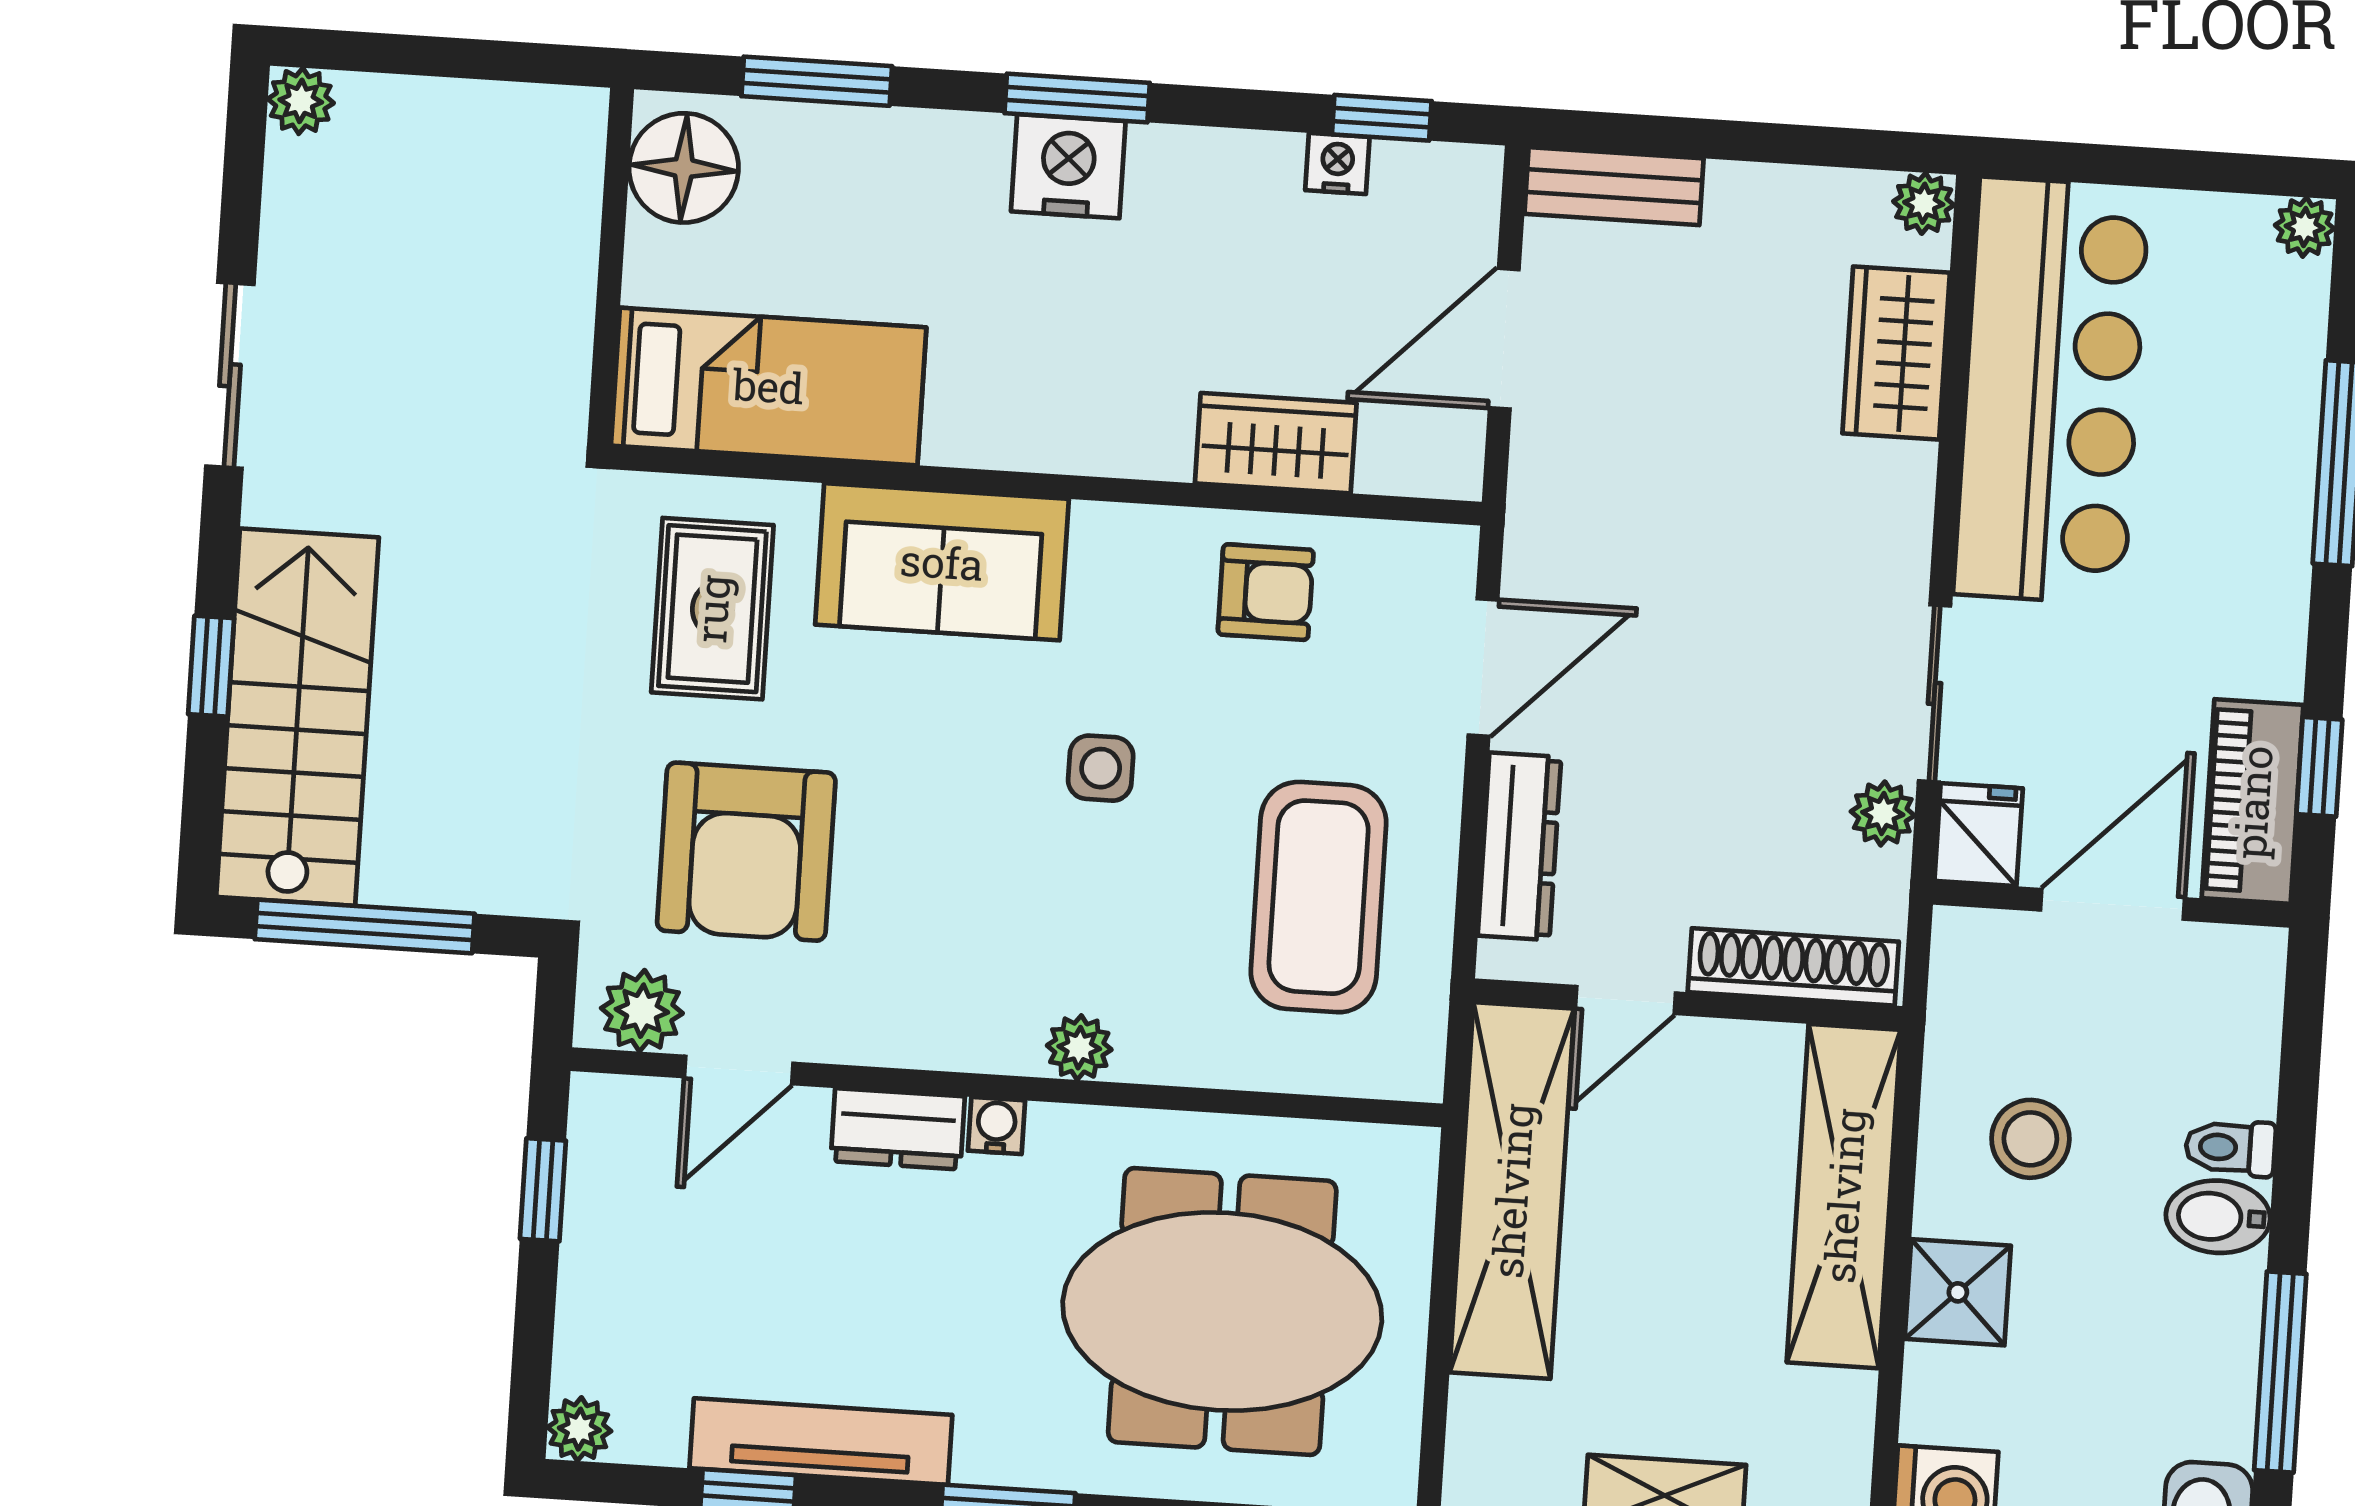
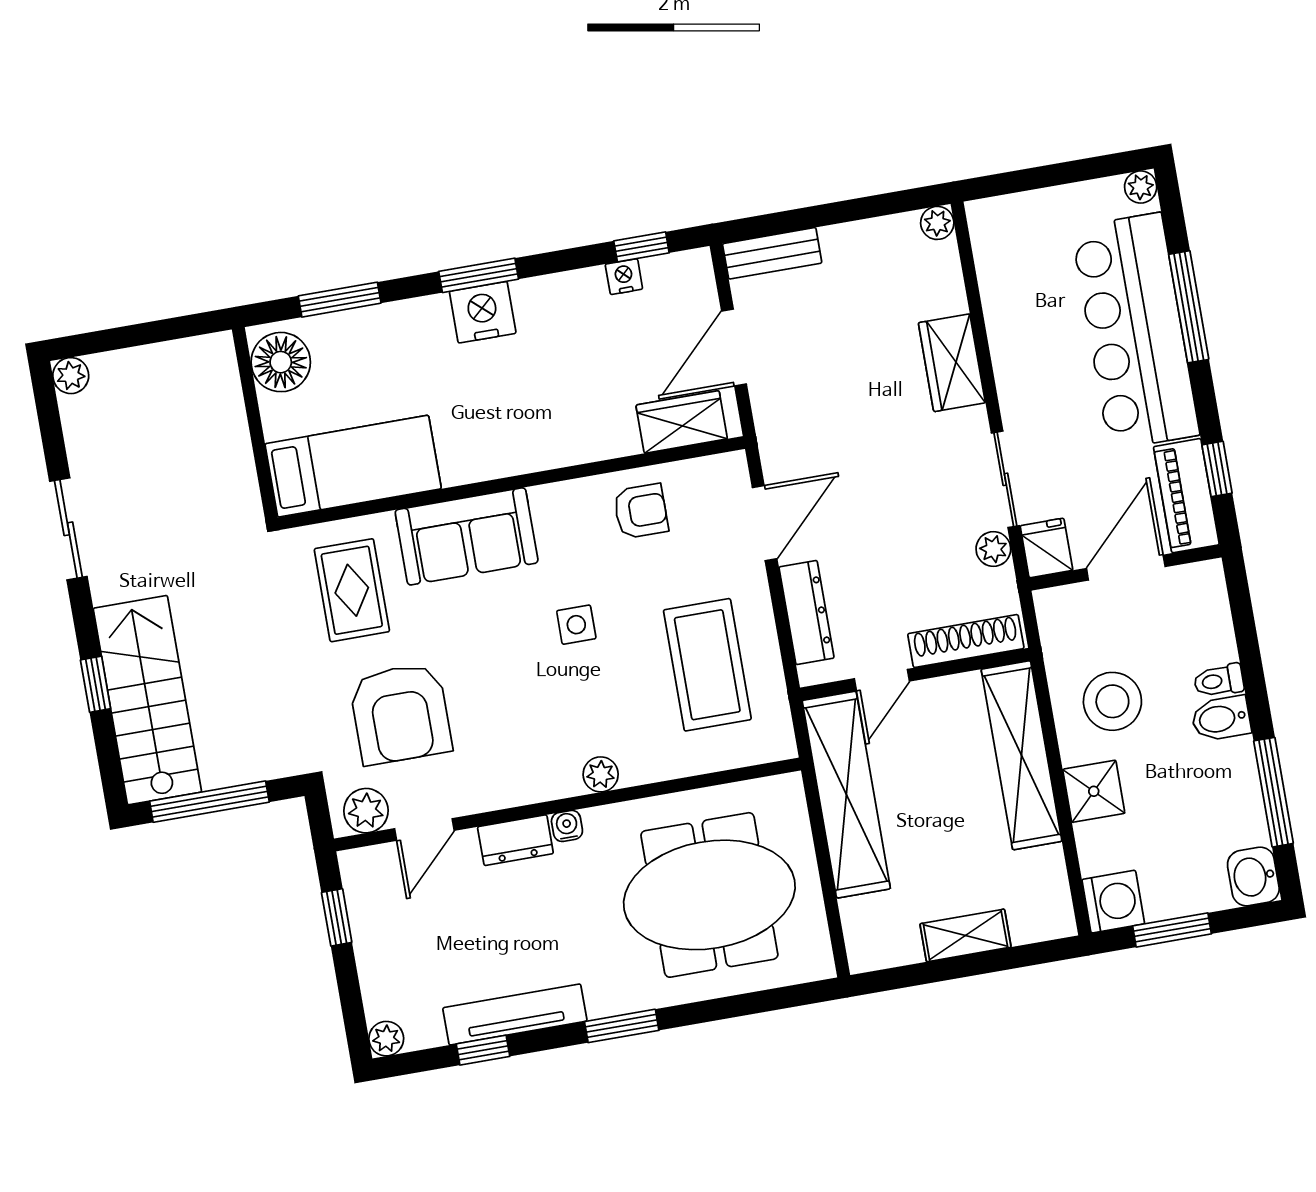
wardrobe: (1896, 353) -> (952, 363), moved
bar counter: (2052, 391) -> (1135, 331), moved, turned 180
wardrobe: (1276, 443) -> (682, 422), moved
stool: (2030, 1139) -> (1112, 701), width x1.38, depth x1.38

